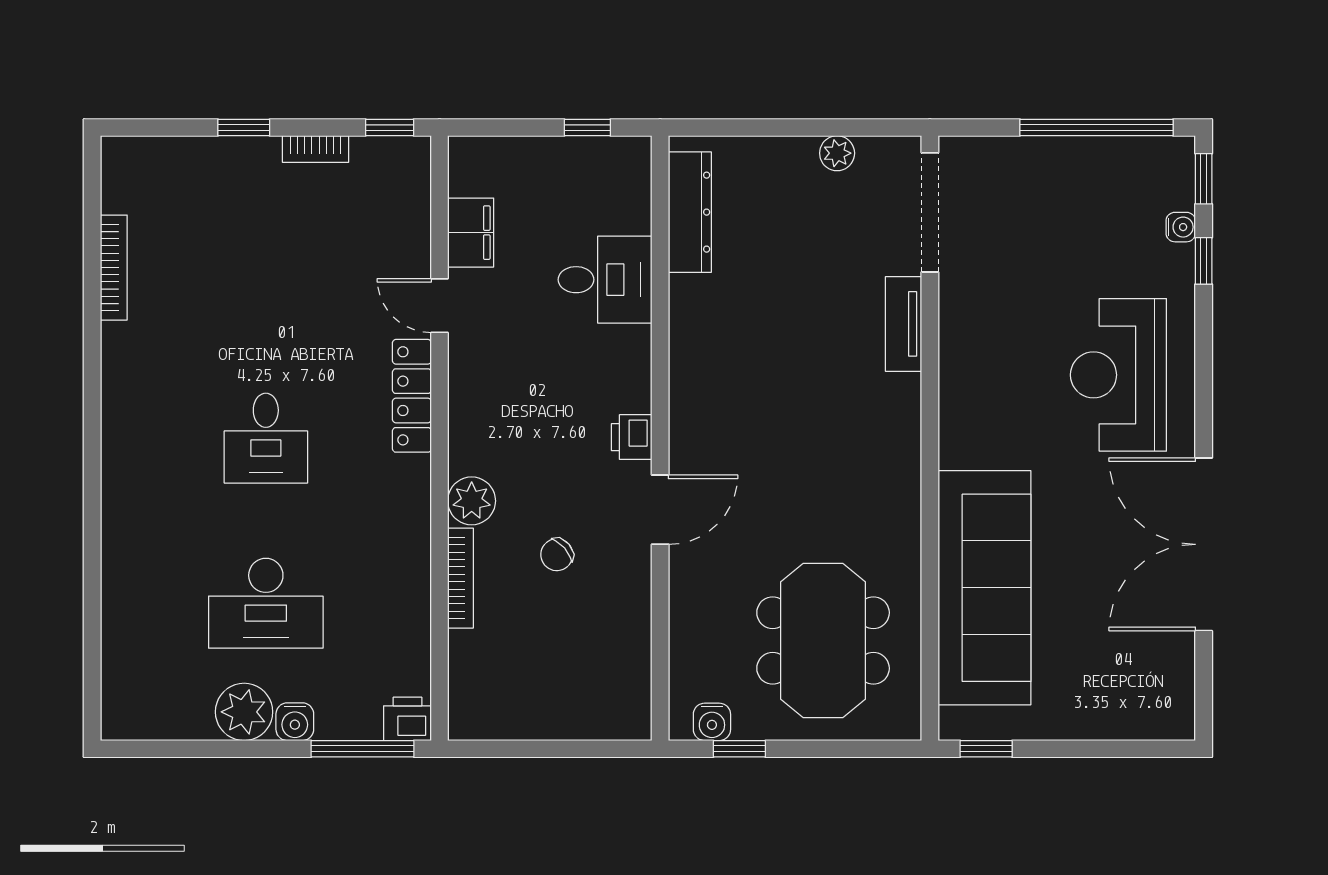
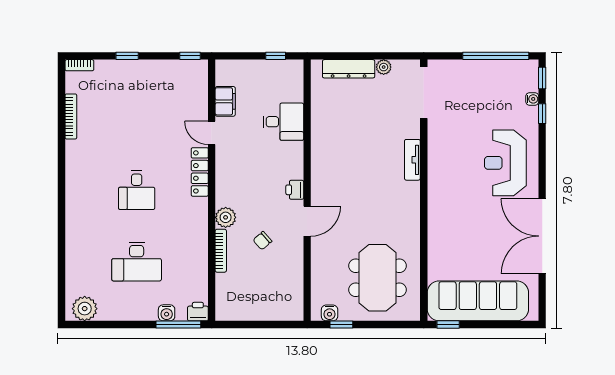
bookcase: (316, 149) -> (79, 65), moved
dresser: (690, 212) -> (349, 69), moved, turned 90
tv unit: (904, 324) -> (412, 160), moved
sofa: (984, 588) -> (478, 301), moved, turned -90
plant: (244, 712) -> (85, 309), moved
water cooler: (295, 722) -> (167, 313), moved

